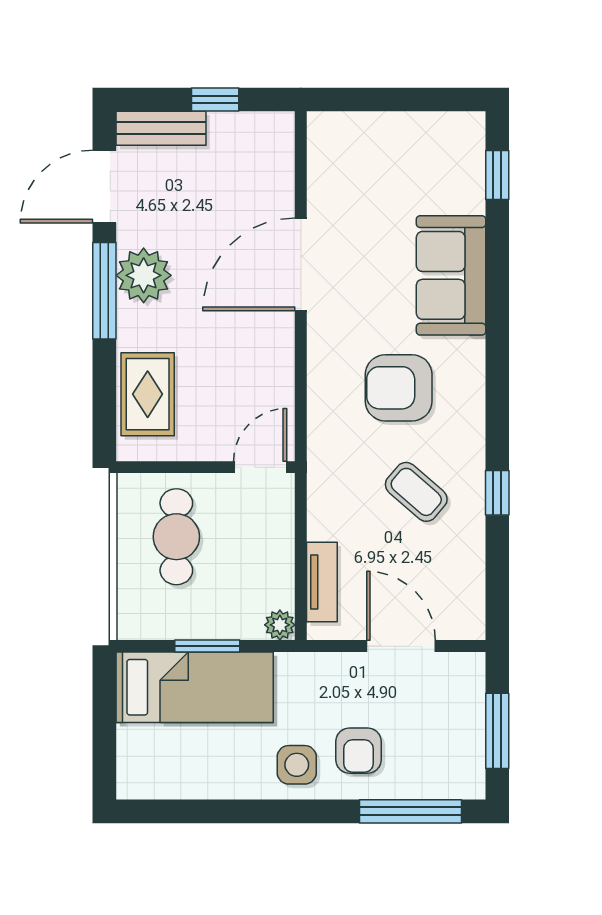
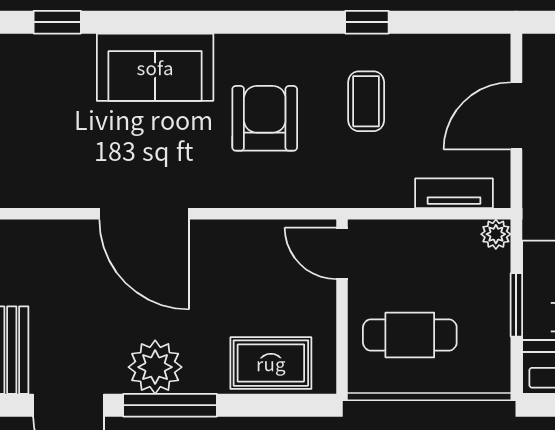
armchair: (399, 388) -> (265, 118), turned 180
coffee table: (416, 492) -> (366, 101), turned -41

